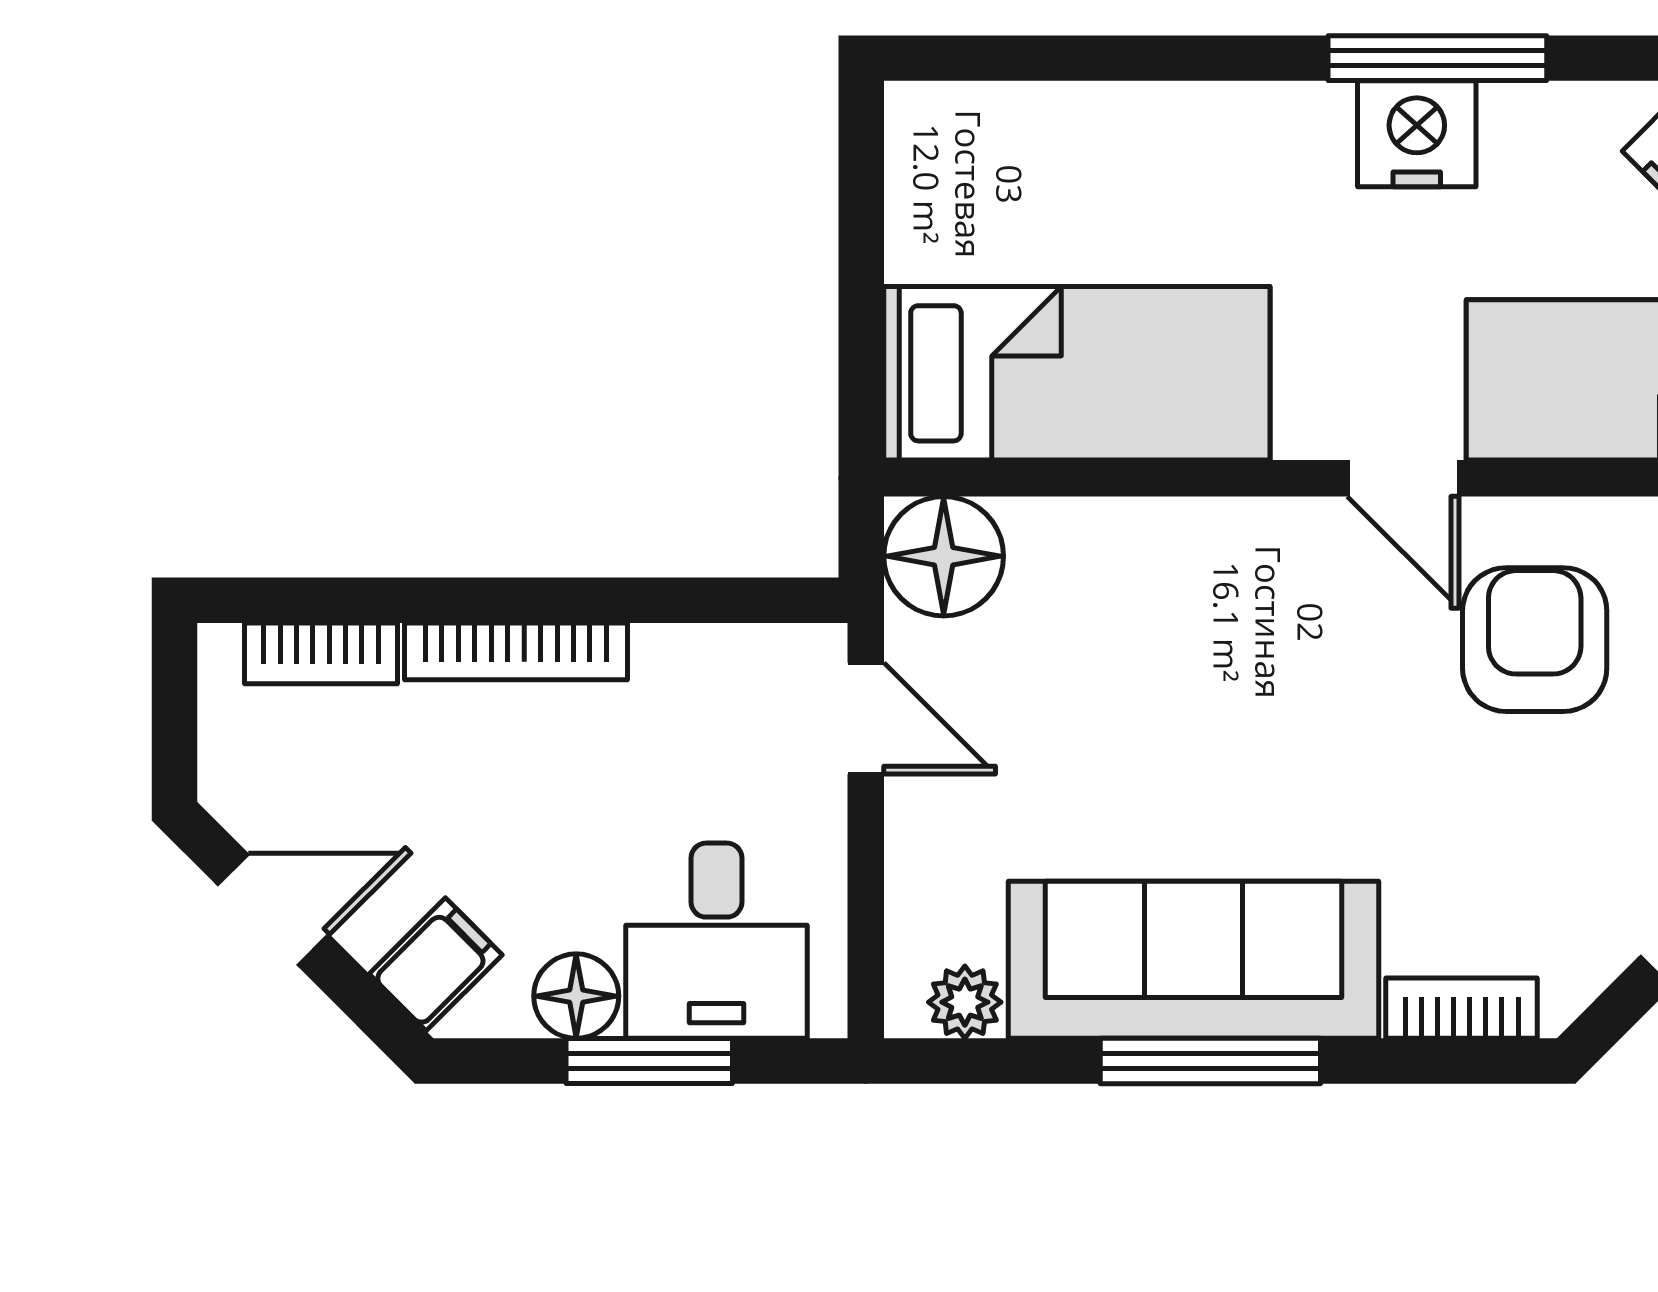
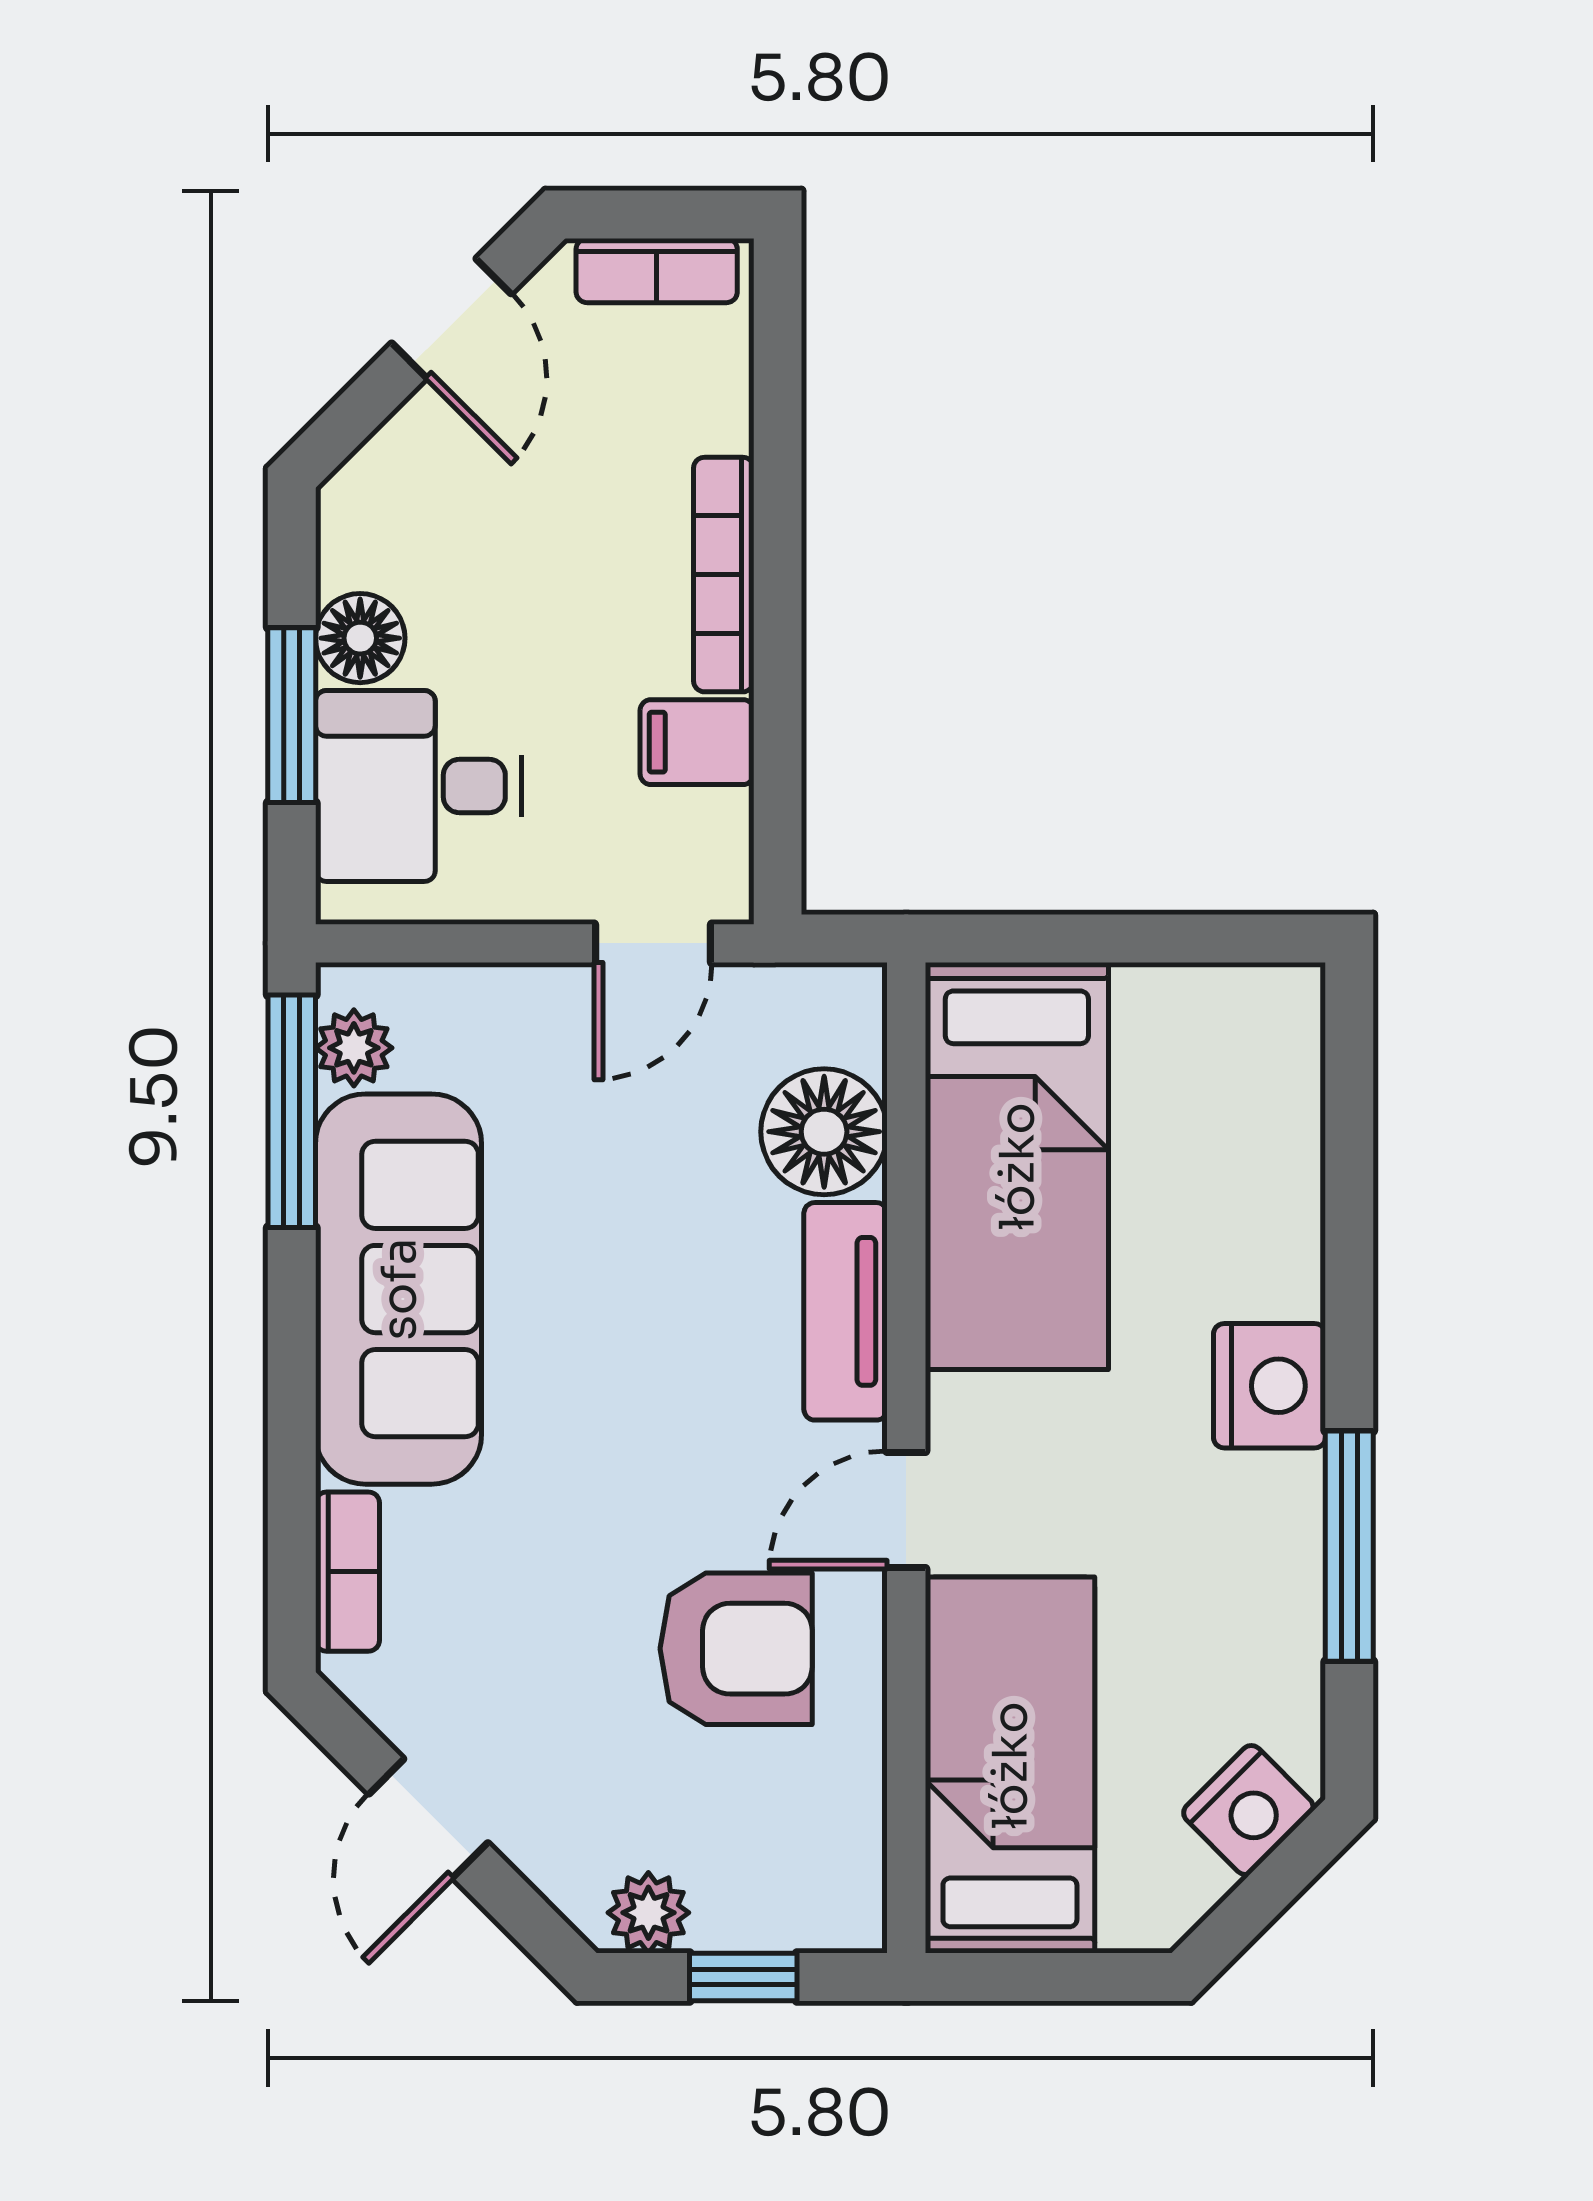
nightstand: (1417, 134) -> (1269, 1386), moved
tv unit: (1215, 536) -> (846, 1311), added
floor lamp: (944, 556) -> (824, 1132), moved
bookcase: (321, 653) -> (657, 271), moved, turned -90
filing cabinet: (436, 964) -> (697, 742), moved, turned 135
window: (1210, 1061) -> (292, 1111), moved

